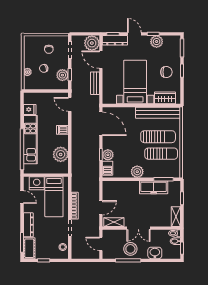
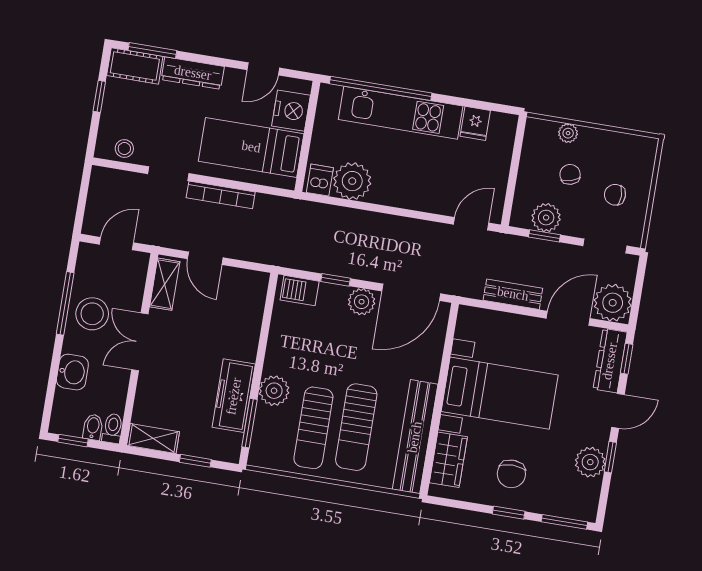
dishwasher: (62, 130) -> (320, 180), moved
plant: (108, 155) -> (362, 302), moved
plant: (137, 172) -> (274, 391), moved

